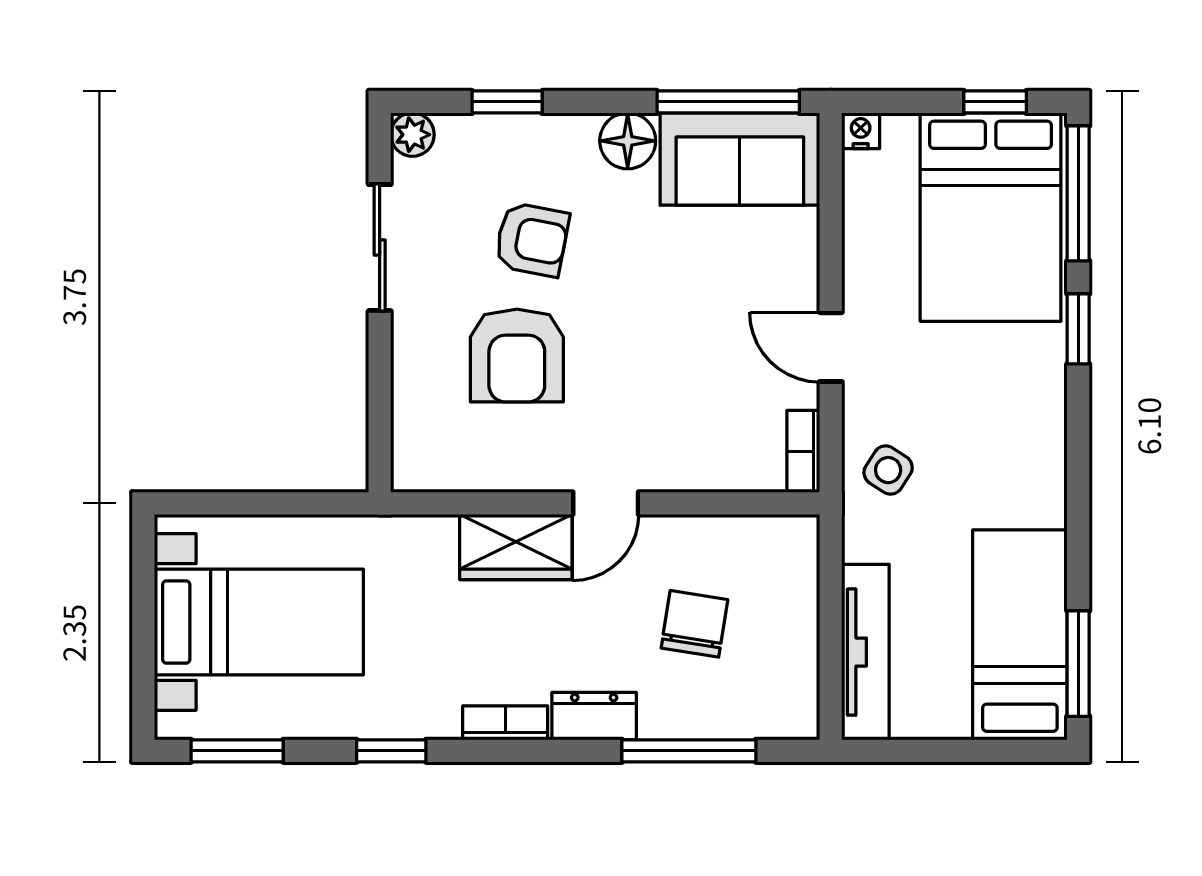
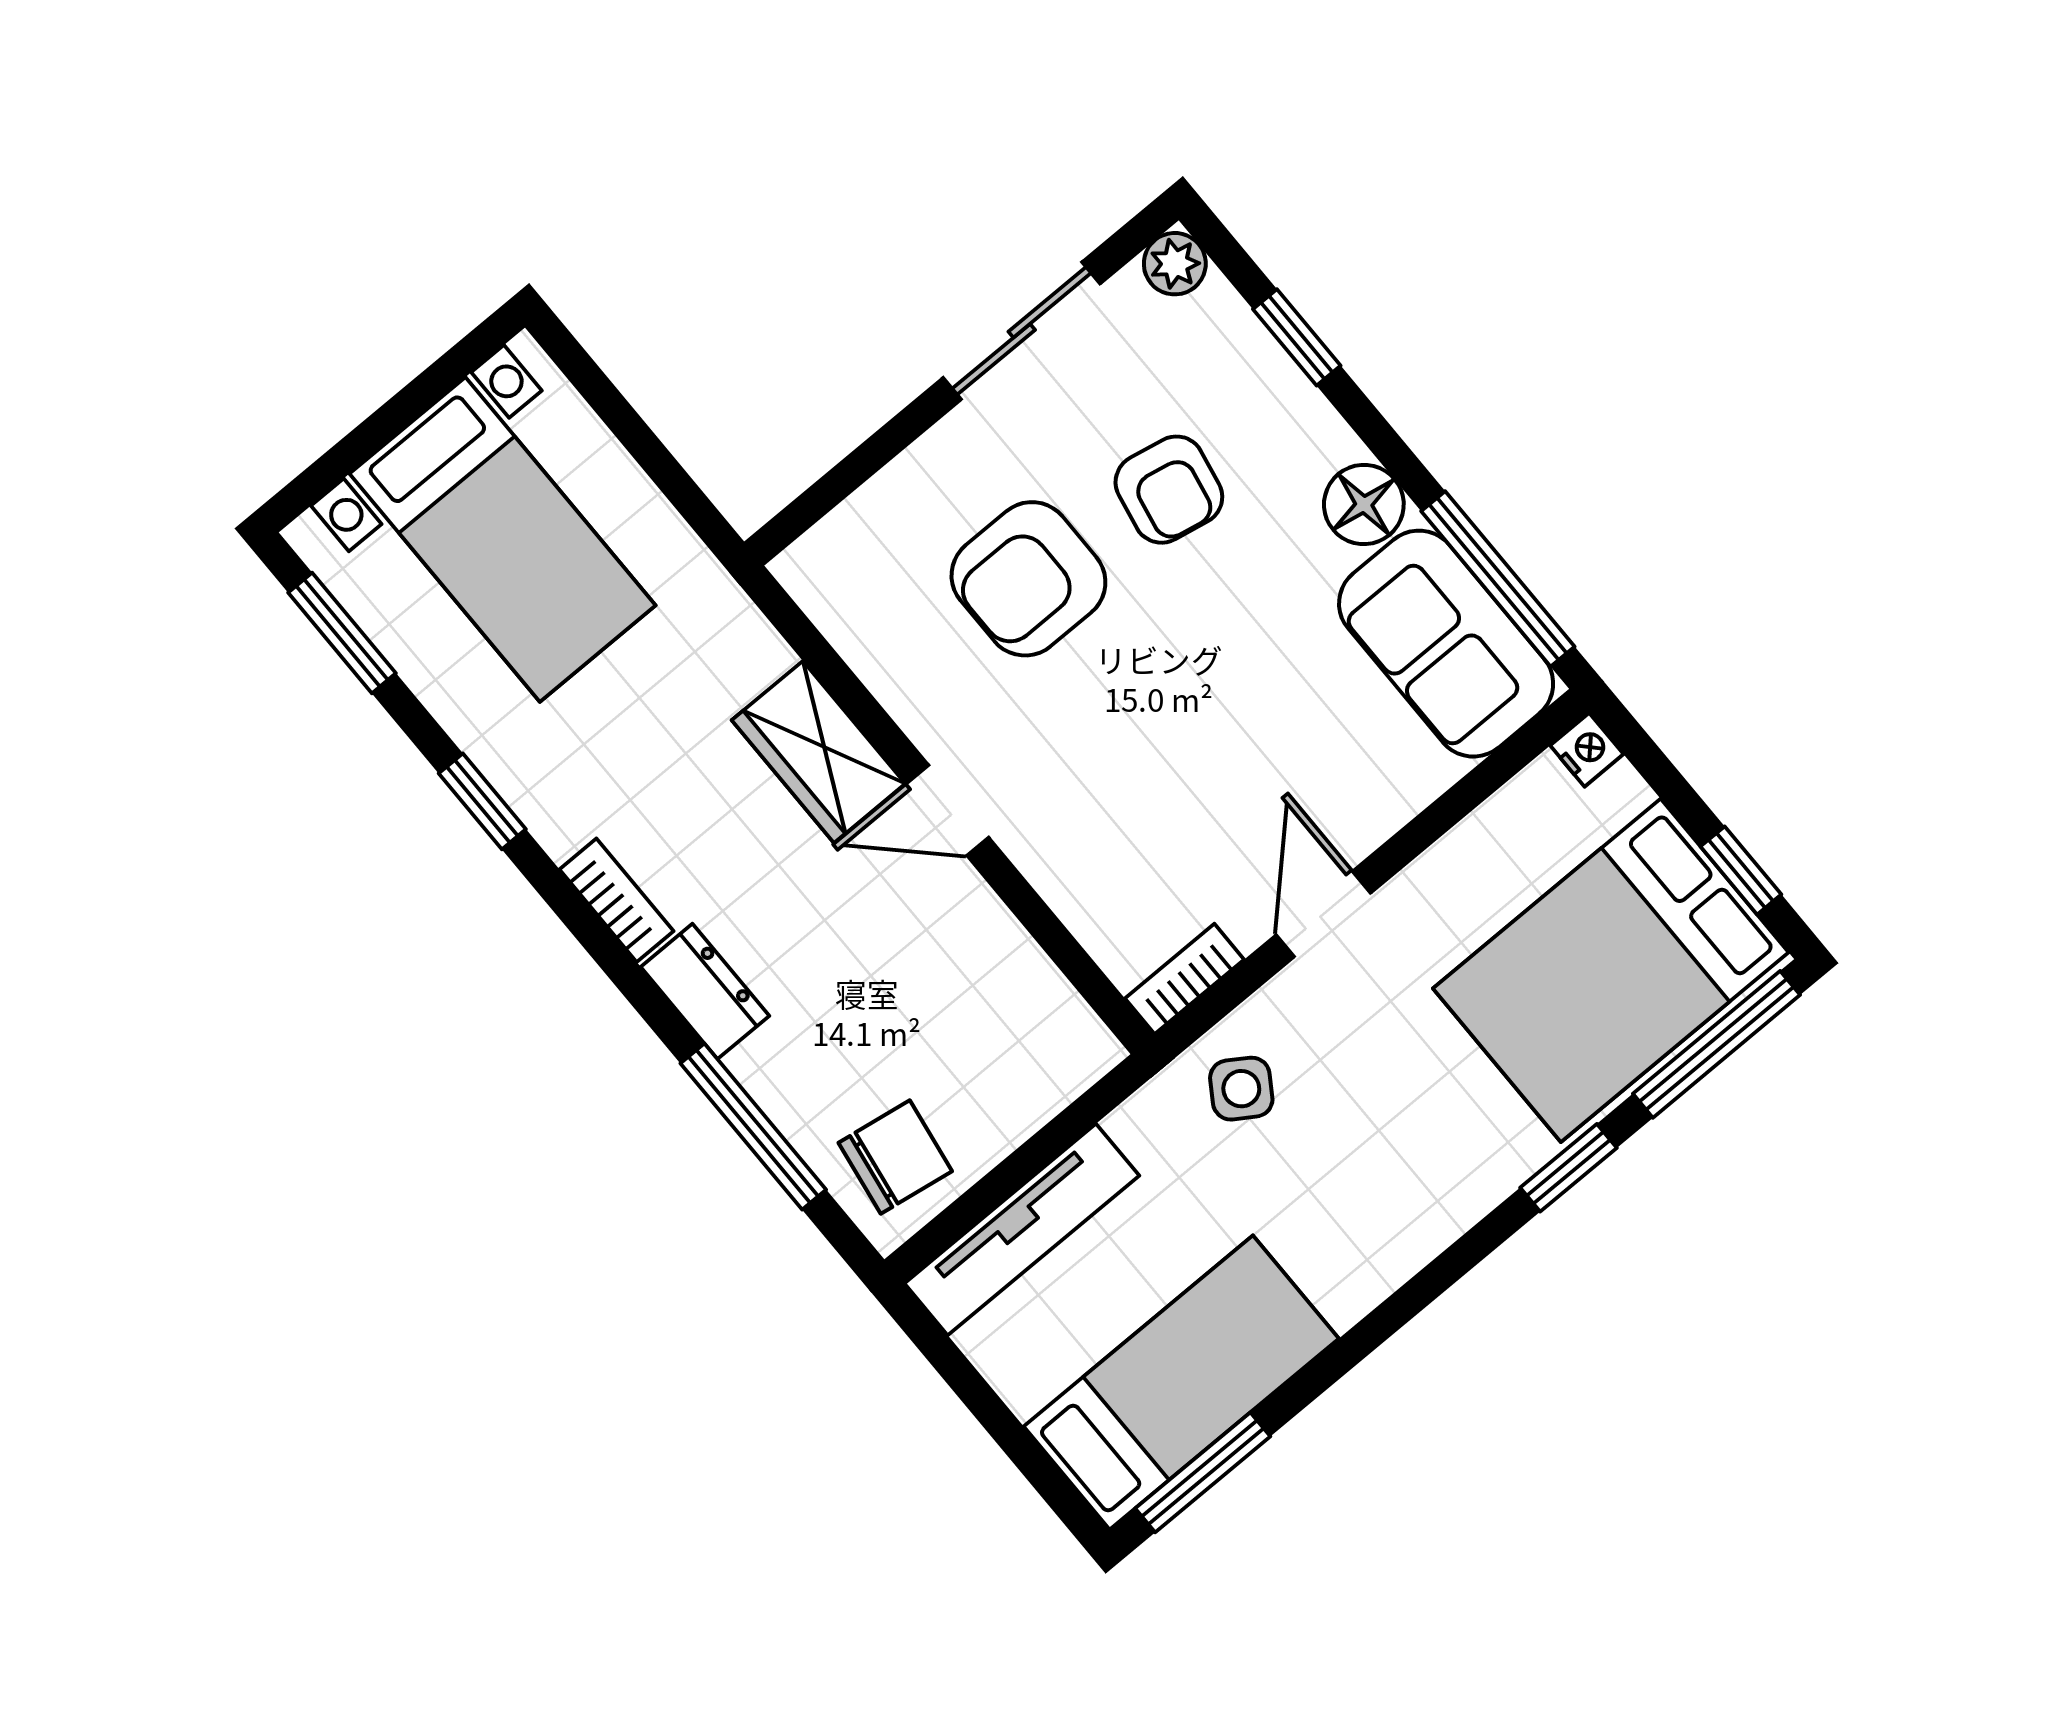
chair: (694, 624) -> (895, 1157), moved

